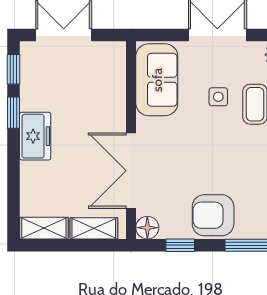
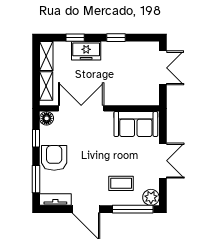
window: (13, 69) -> (75, 38), moved
side table: (218, 97) -> (126, 161), removed
freezer: (35, 136) -> (86, 51), moved

